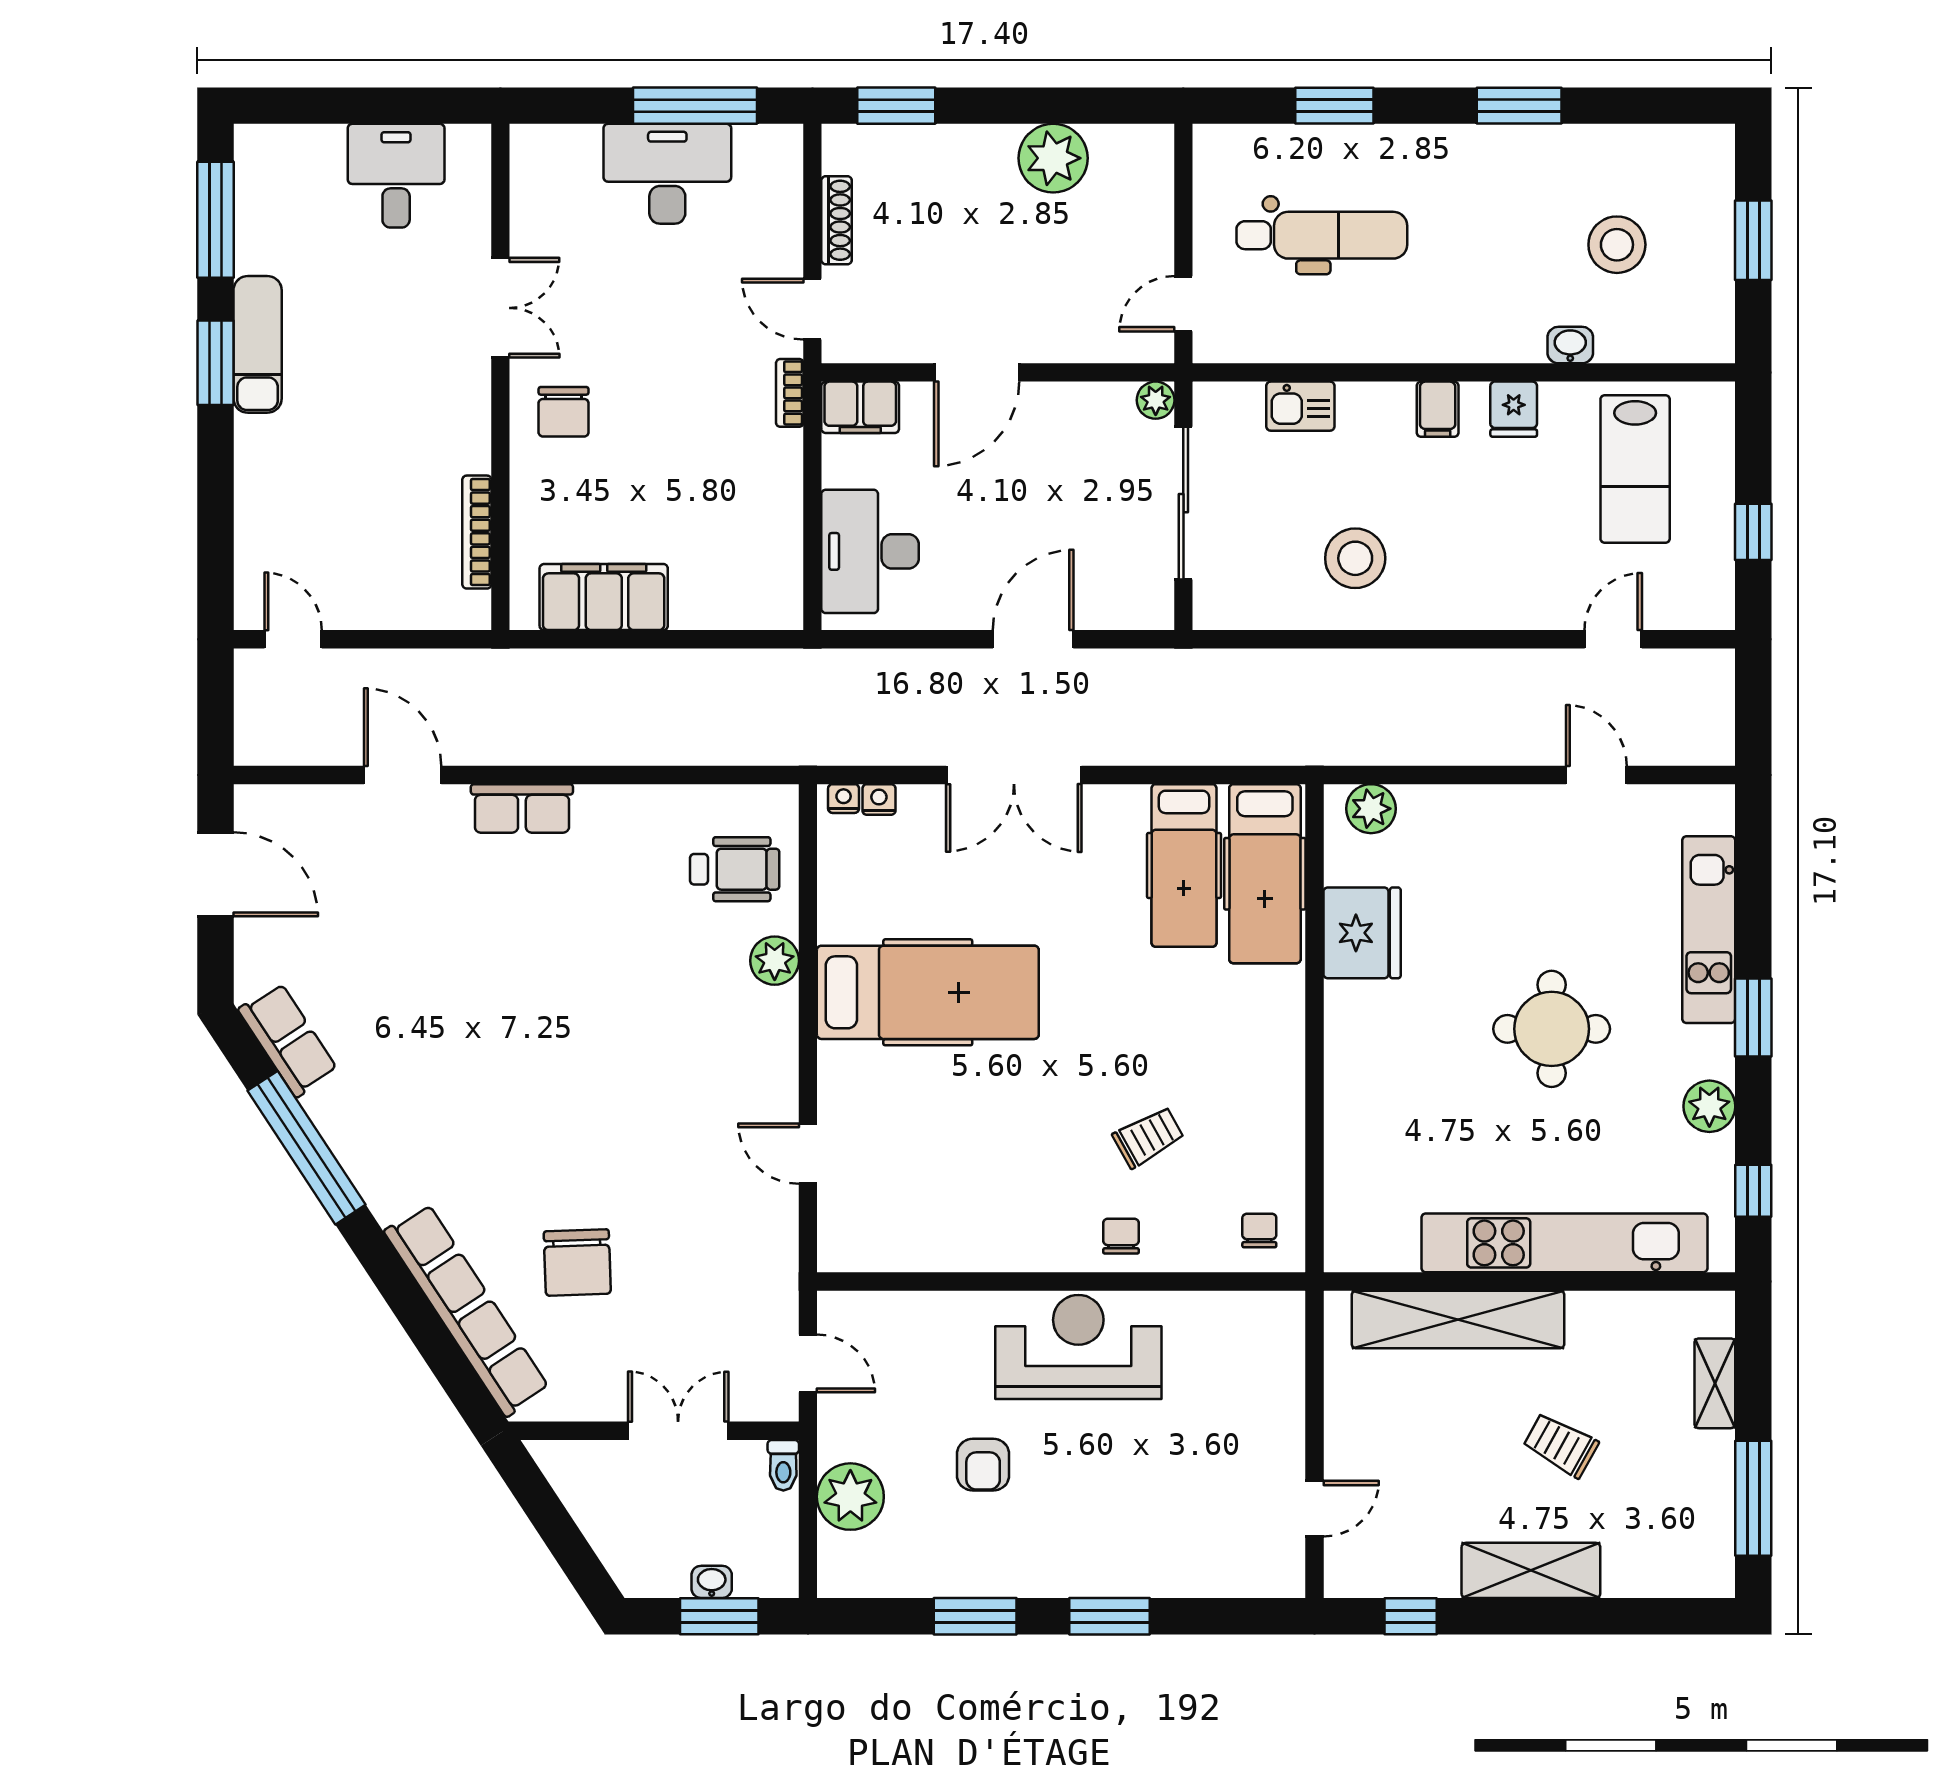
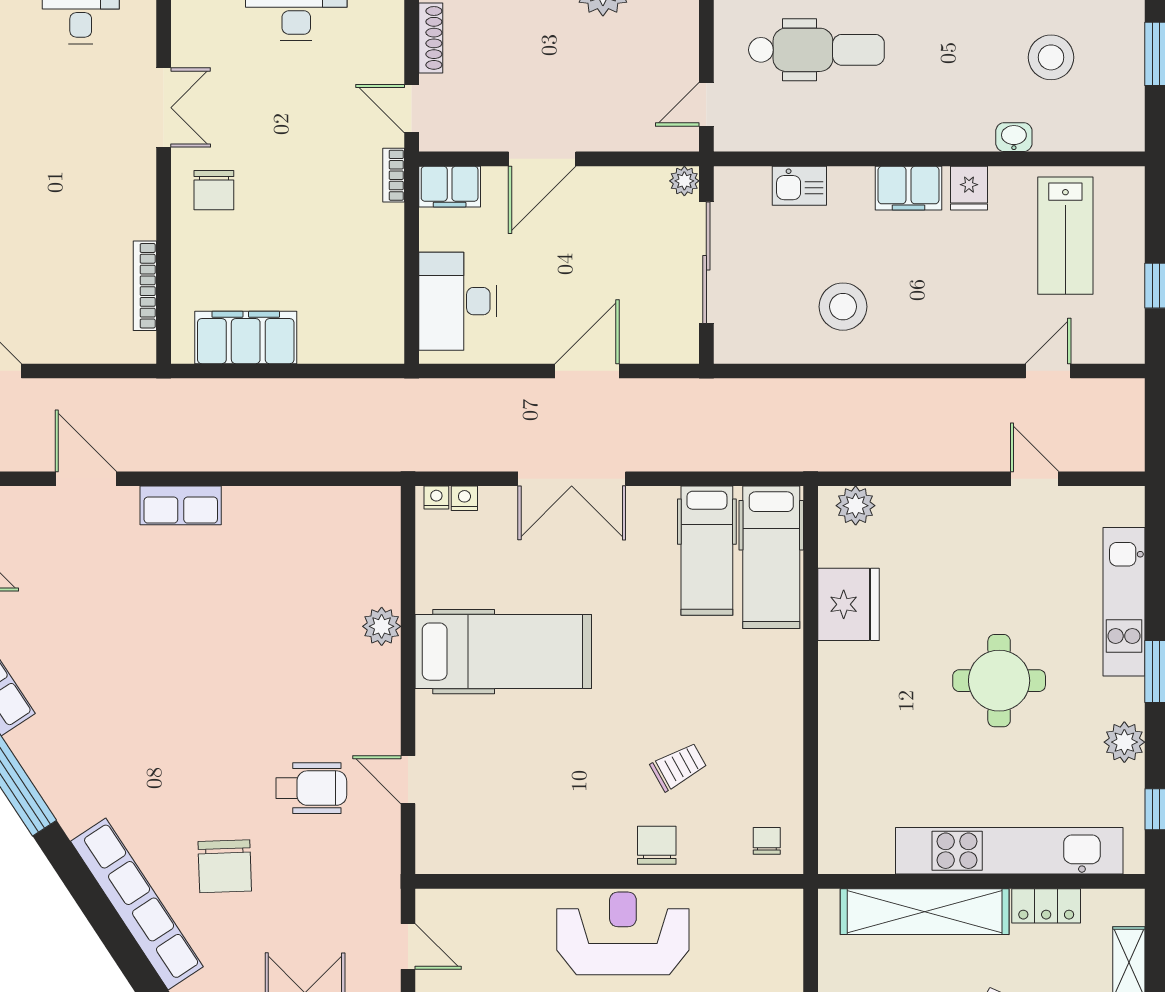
filing cabinet: (1438, 409) -> (909, 188), width x2.00
wheelchair: (735, 869) -> (311, 788), moved
chair: (1121, 1236) -> (657, 845), width x1.37, depth x1.37
locker: (1611, 1312) -> (1046, 906), added

